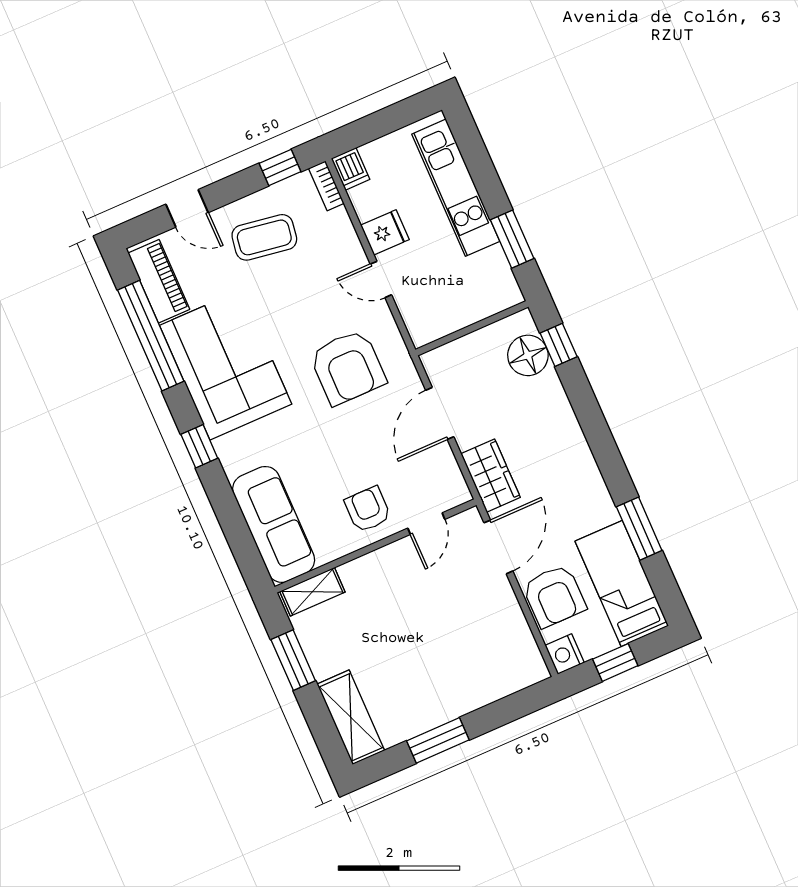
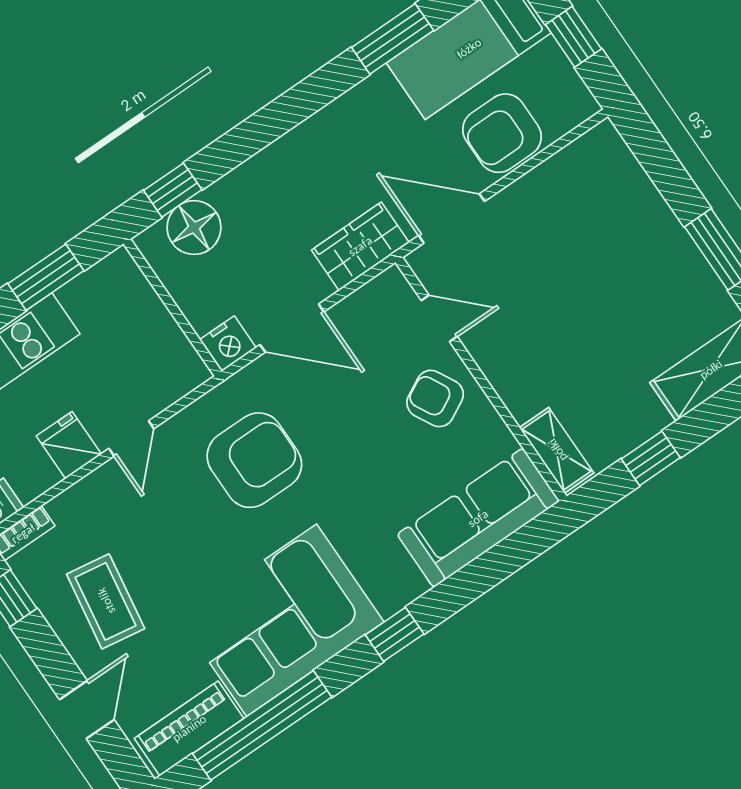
armchair: (368, 509) -> (435, 398), turned 62
armchair: (554, 596) -> (502, 133), turned 180
nightstand: (565, 654) -> (228, 344), moved
window: (293, 660) -> (651, 458), width x0.67

